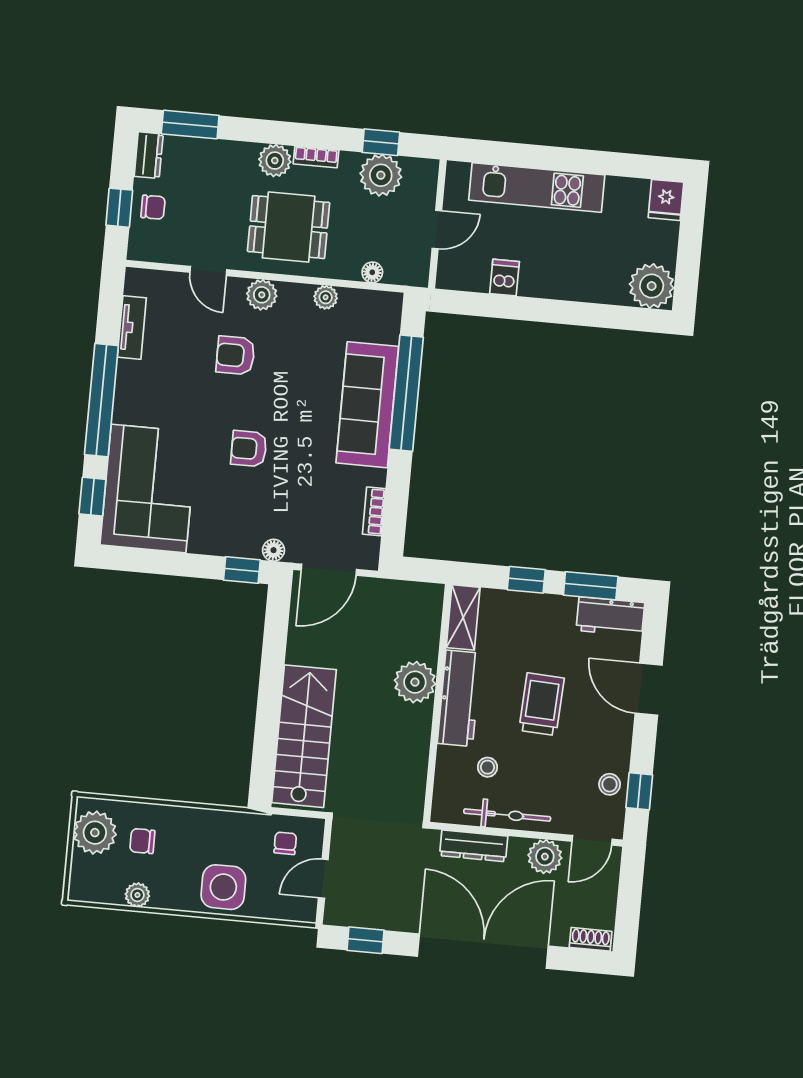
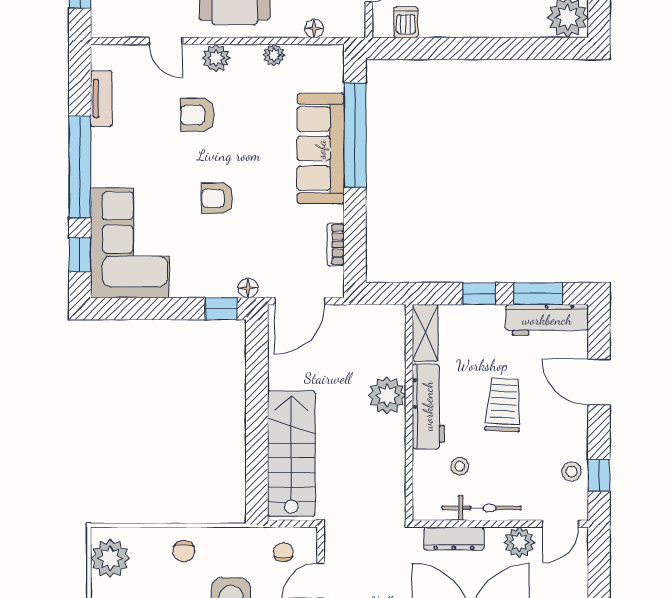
dishwasher: (504, 278) -> (406, 22), moved
workbench: (610, 617) -> (547, 320), width x1.38
chair: (142, 841) -> (184, 551), moved, turned -90

